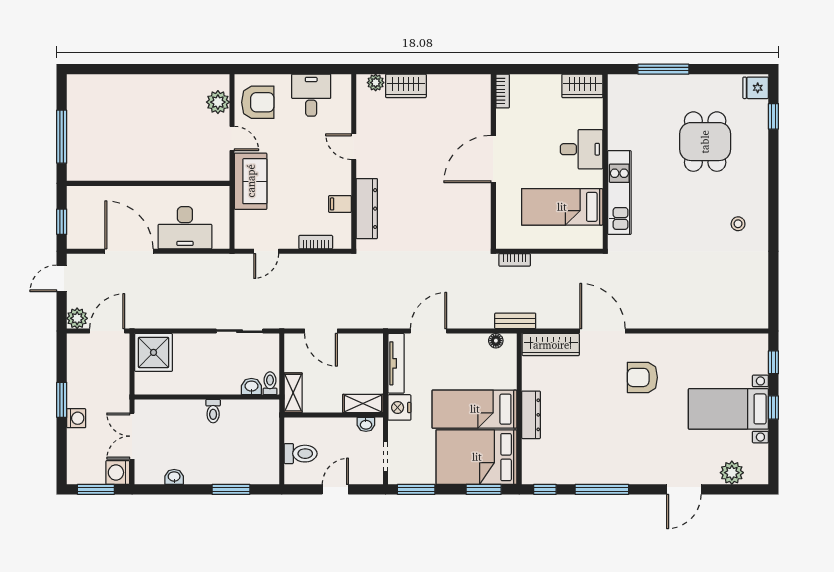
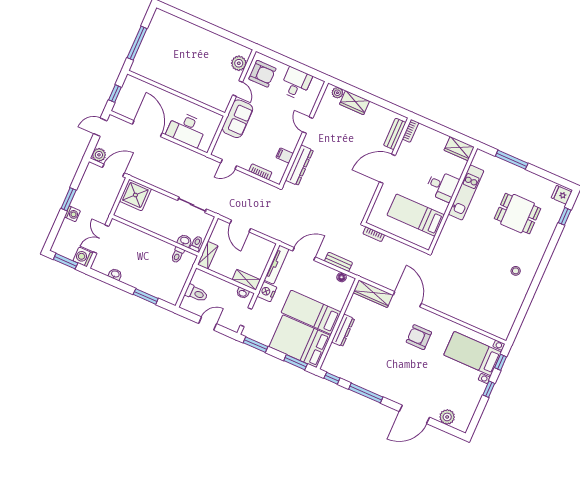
bench: (482, 105) -> (395, 134), added
dining table: (705, 142) -> (518, 214), turned 90
kitchen unit: (619, 193) -> (466, 192), moved
bench: (515, 321) -> (339, 262), moved
bed with nightstands: (728, 409) -> (473, 354), moved
toilet: (213, 411) -> (177, 255), moved
door: (684, 489) -> (414, 414), width x1.36

